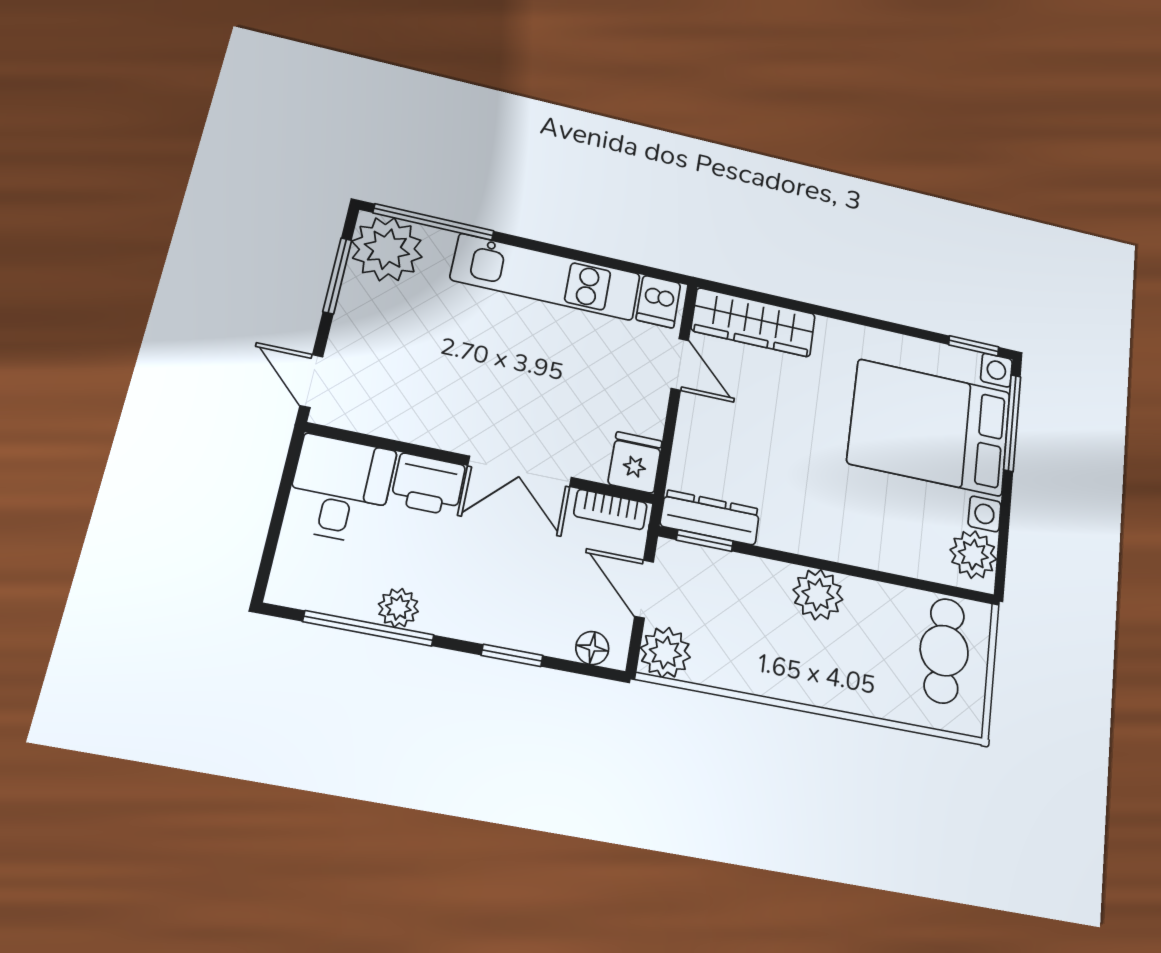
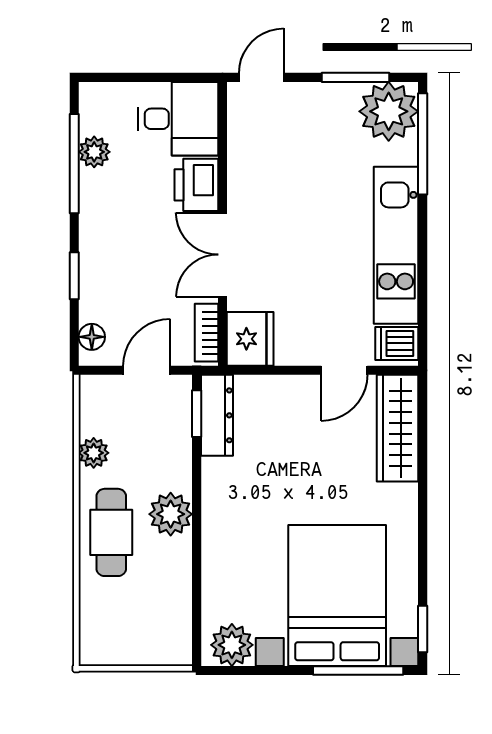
fridge: (635, 462) -> (250, 339), width x1.38
plant: (398, 608) -> (94, 152), moved
cafe table: (944, 651) -> (111, 532), moved, turned 90
plant: (665, 653) -> (94, 453), moved, width x0.73, depth x0.73

